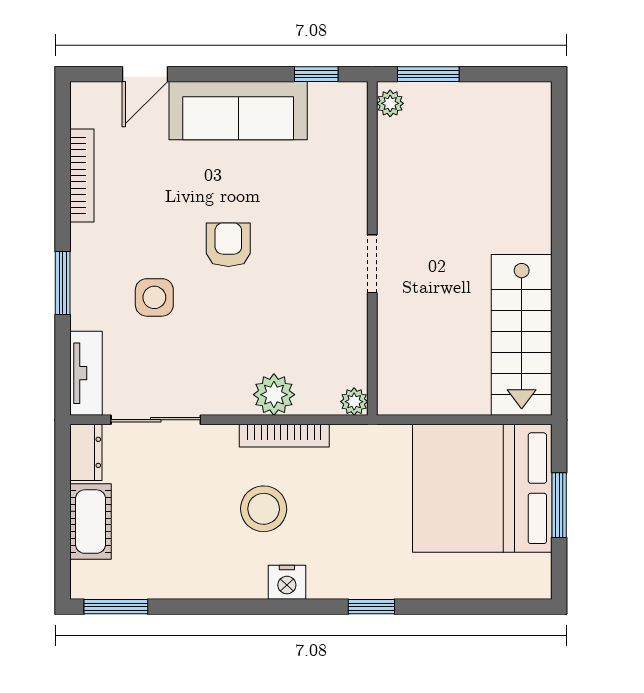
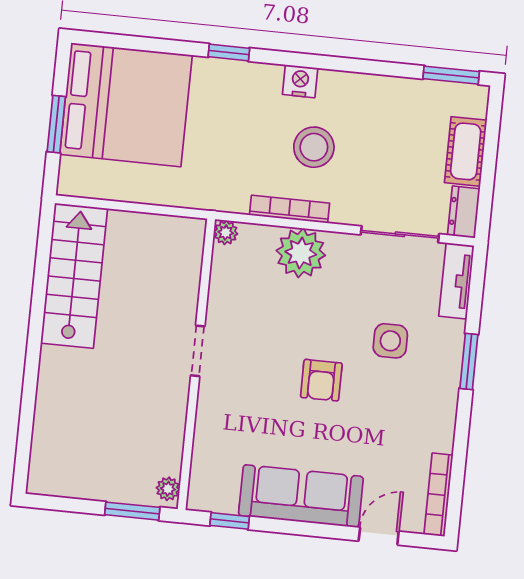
bookcase: (82, 175) -> (438, 495), moved
plant: (274, 395) -> (301, 253), width x1.36, depth x1.36
bed: (482, 488) -> (126, 105), moved

